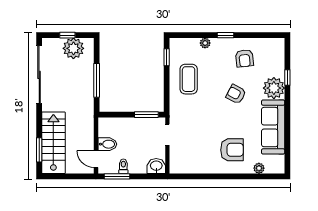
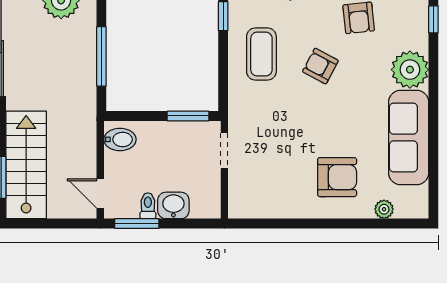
window: (287, 77) -> (433, 19), moved
armchair: (236, 94) -> (320, 66), moved
bidet: (107, 144) -> (120, 139), moved
washbasin: (156, 166) -> (173, 205), moved

